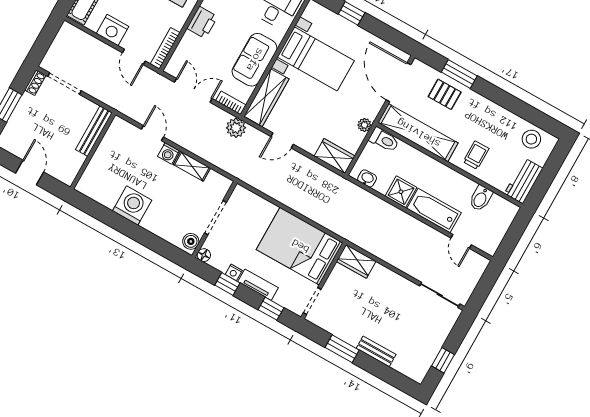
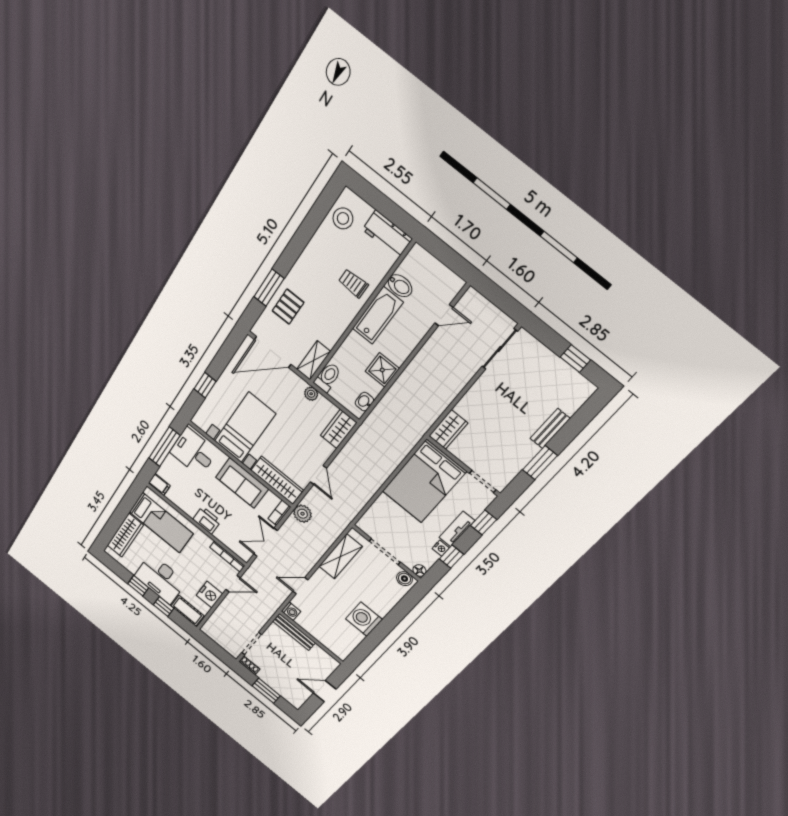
shelving: (418, 133) -> (314, 360), width x0.45, depth x0.75
washing machine: (168, 153) -> (291, 611), moved
shelving: (192, 166) -> (340, 556), width x1.50, depth x1.33
bathtub: (434, 211) -> (378, 315), moved, turned 180

